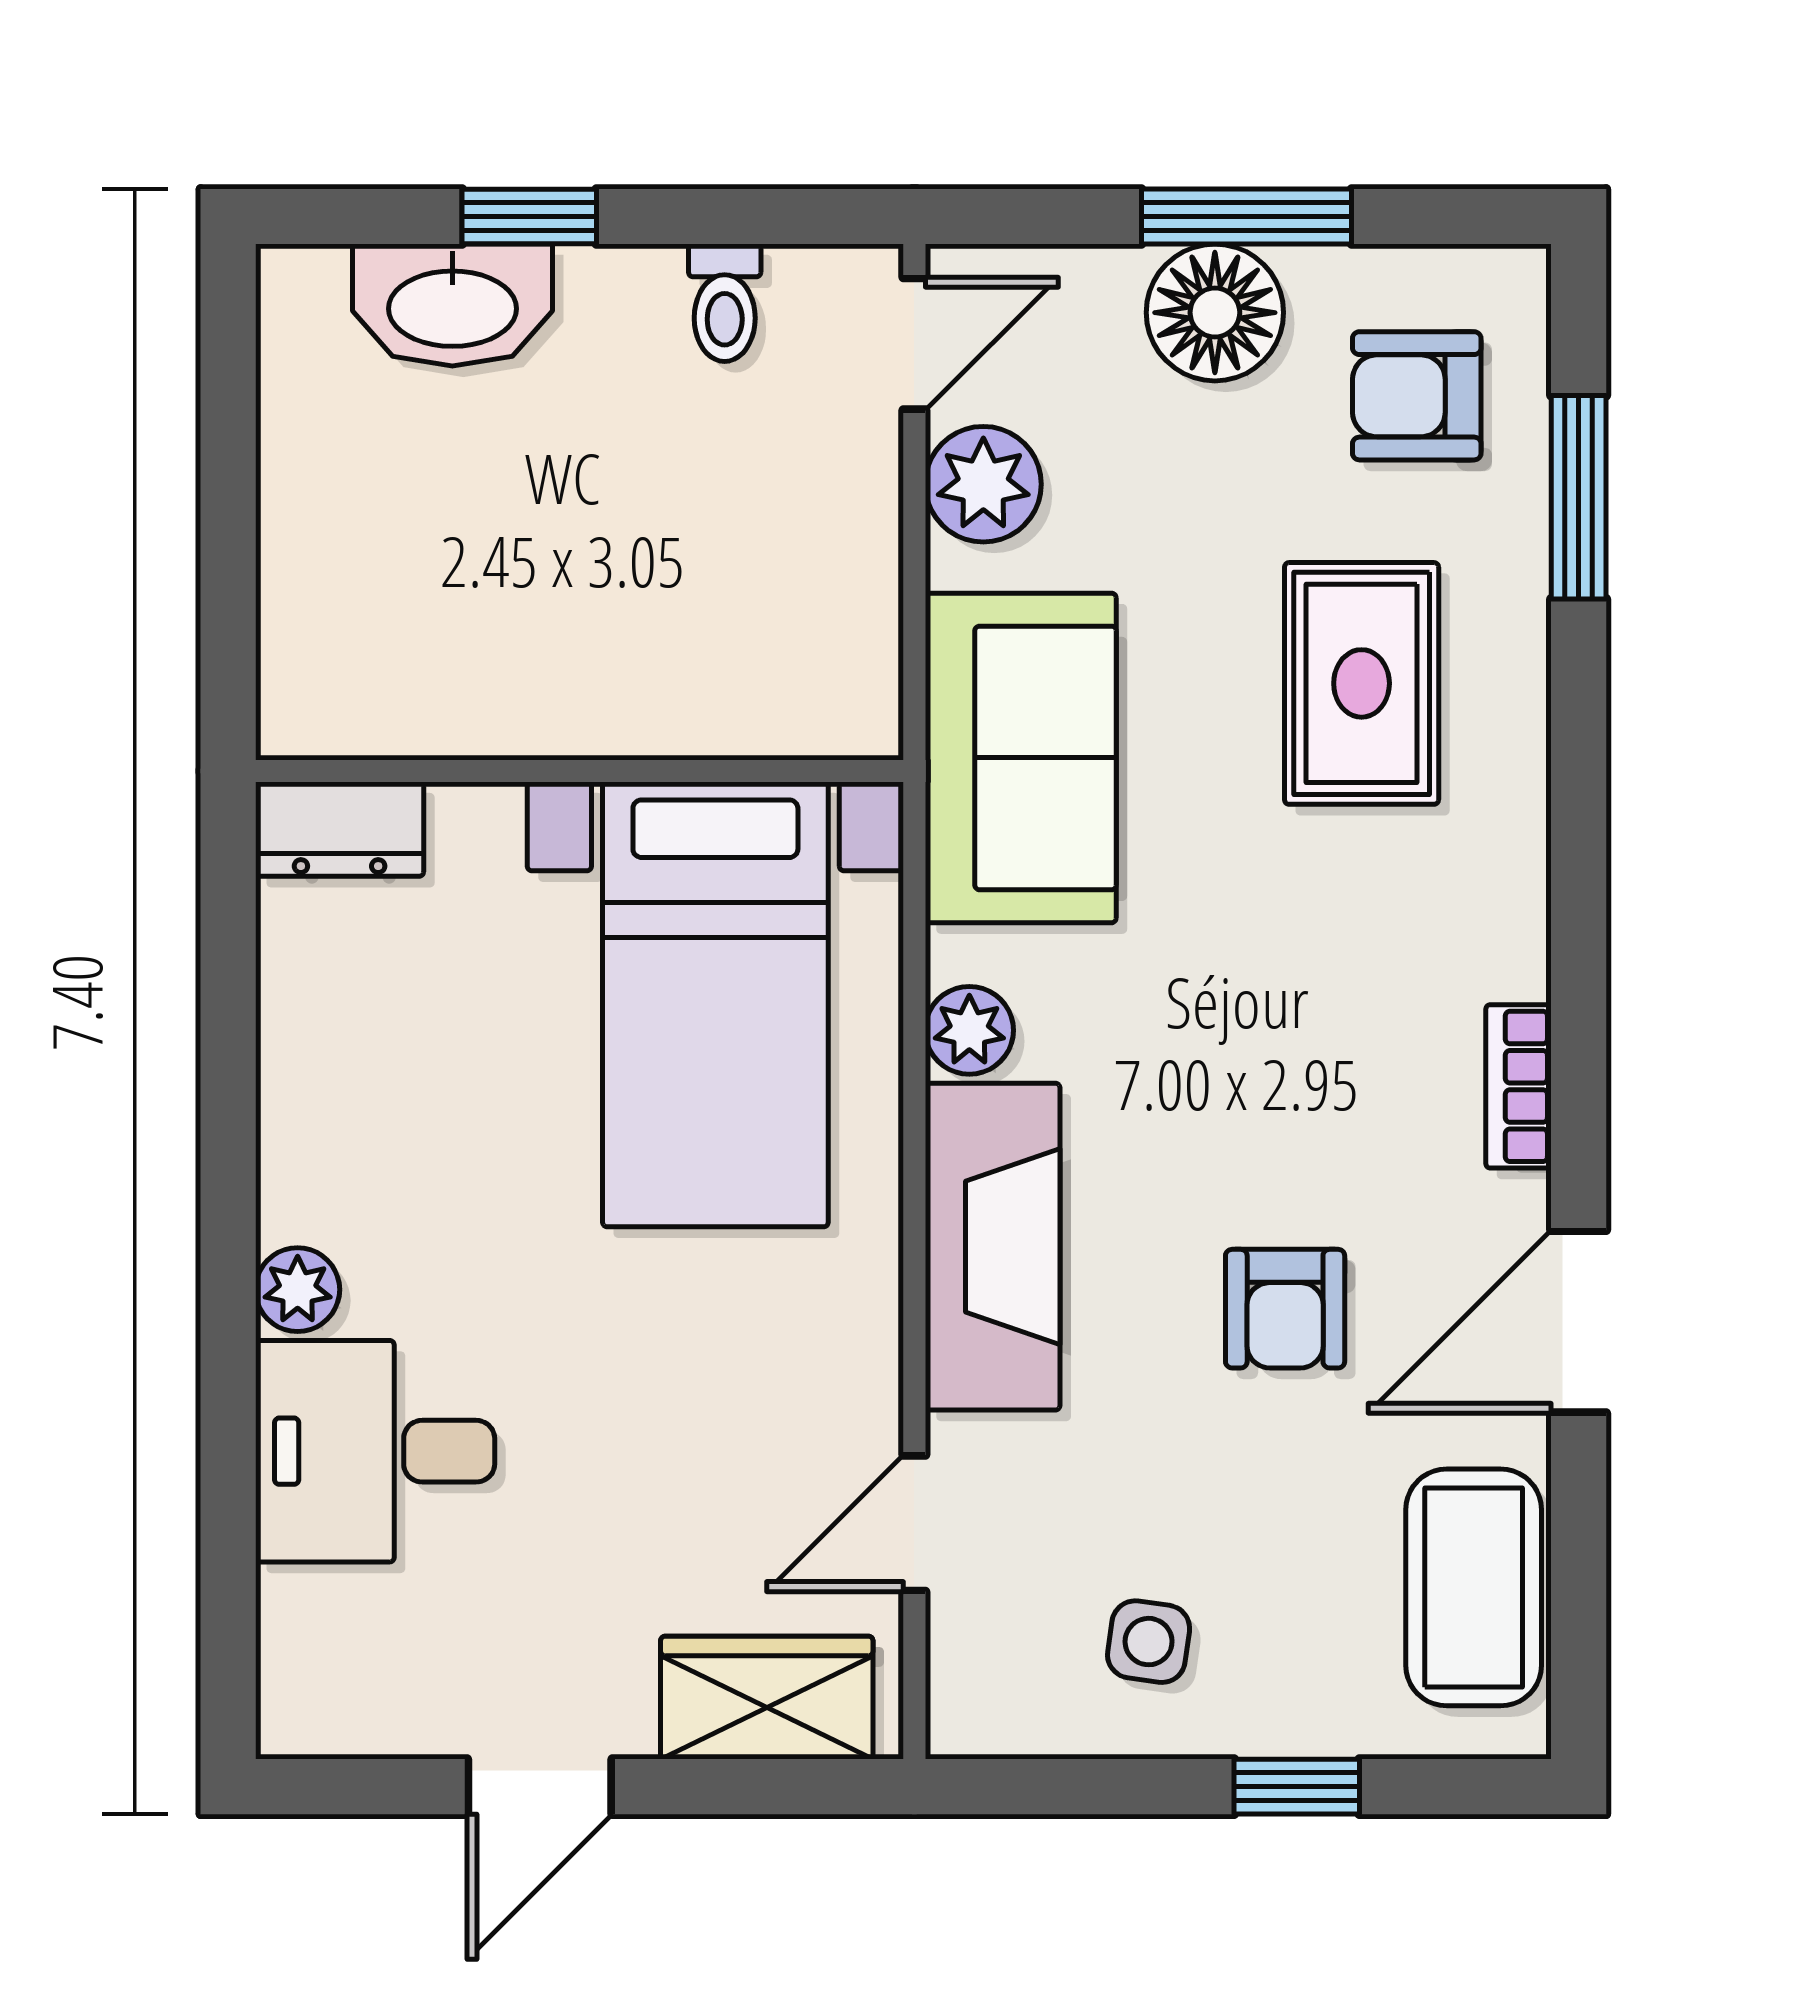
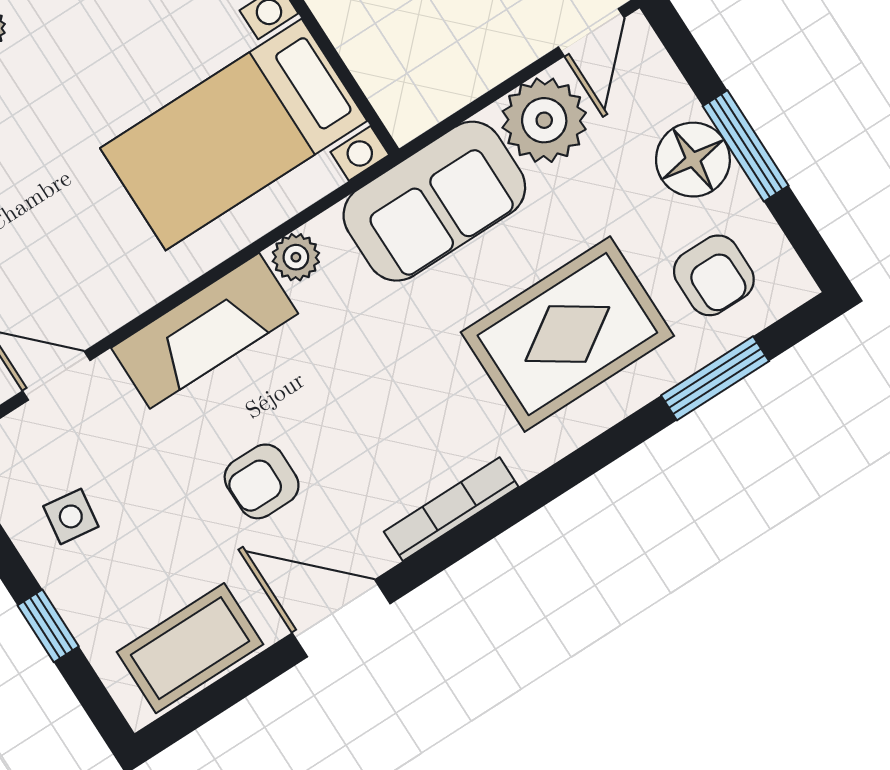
door: (914, 344) -> (591, 32), hinge flipped
armchair: (1417, 396) -> (714, 275), turned 180
plant: (983, 484) -> (544, 120), width x1.36, depth x1.36
rug: (1362, 683) -> (567, 334), width x1.36, depth x1.43
bookcase: (1519, 1086) -> (451, 509), width x1.56

